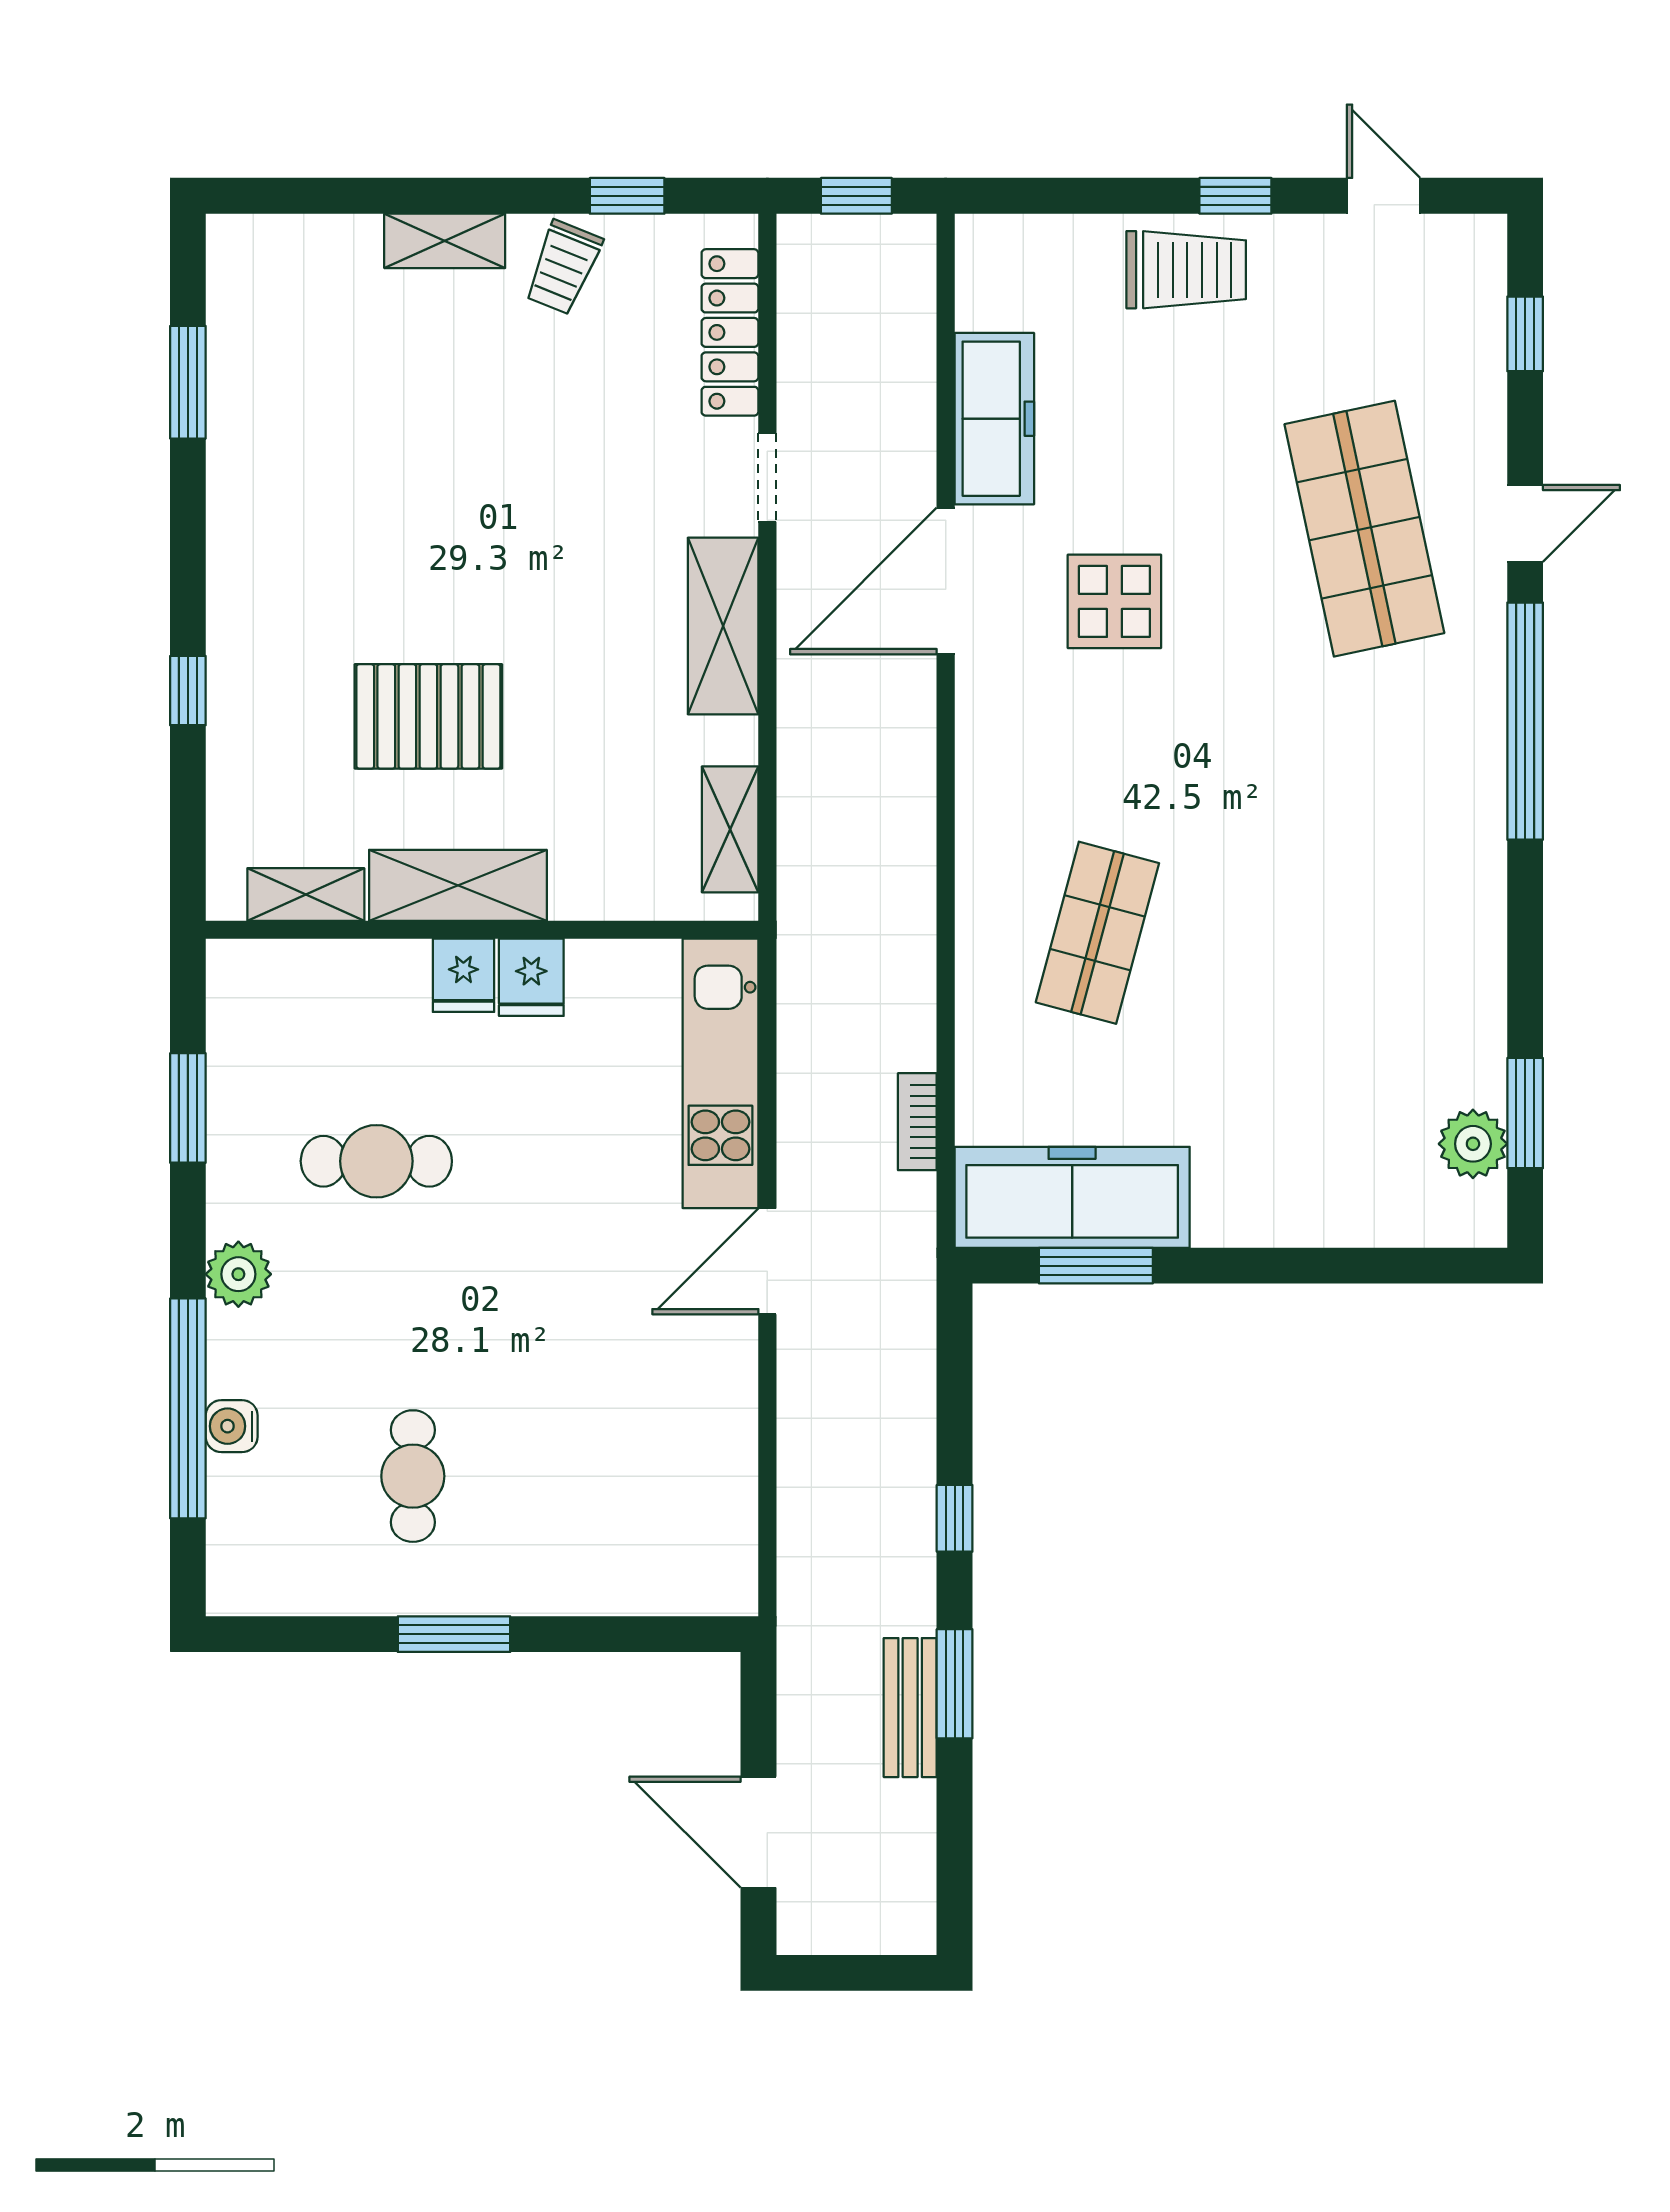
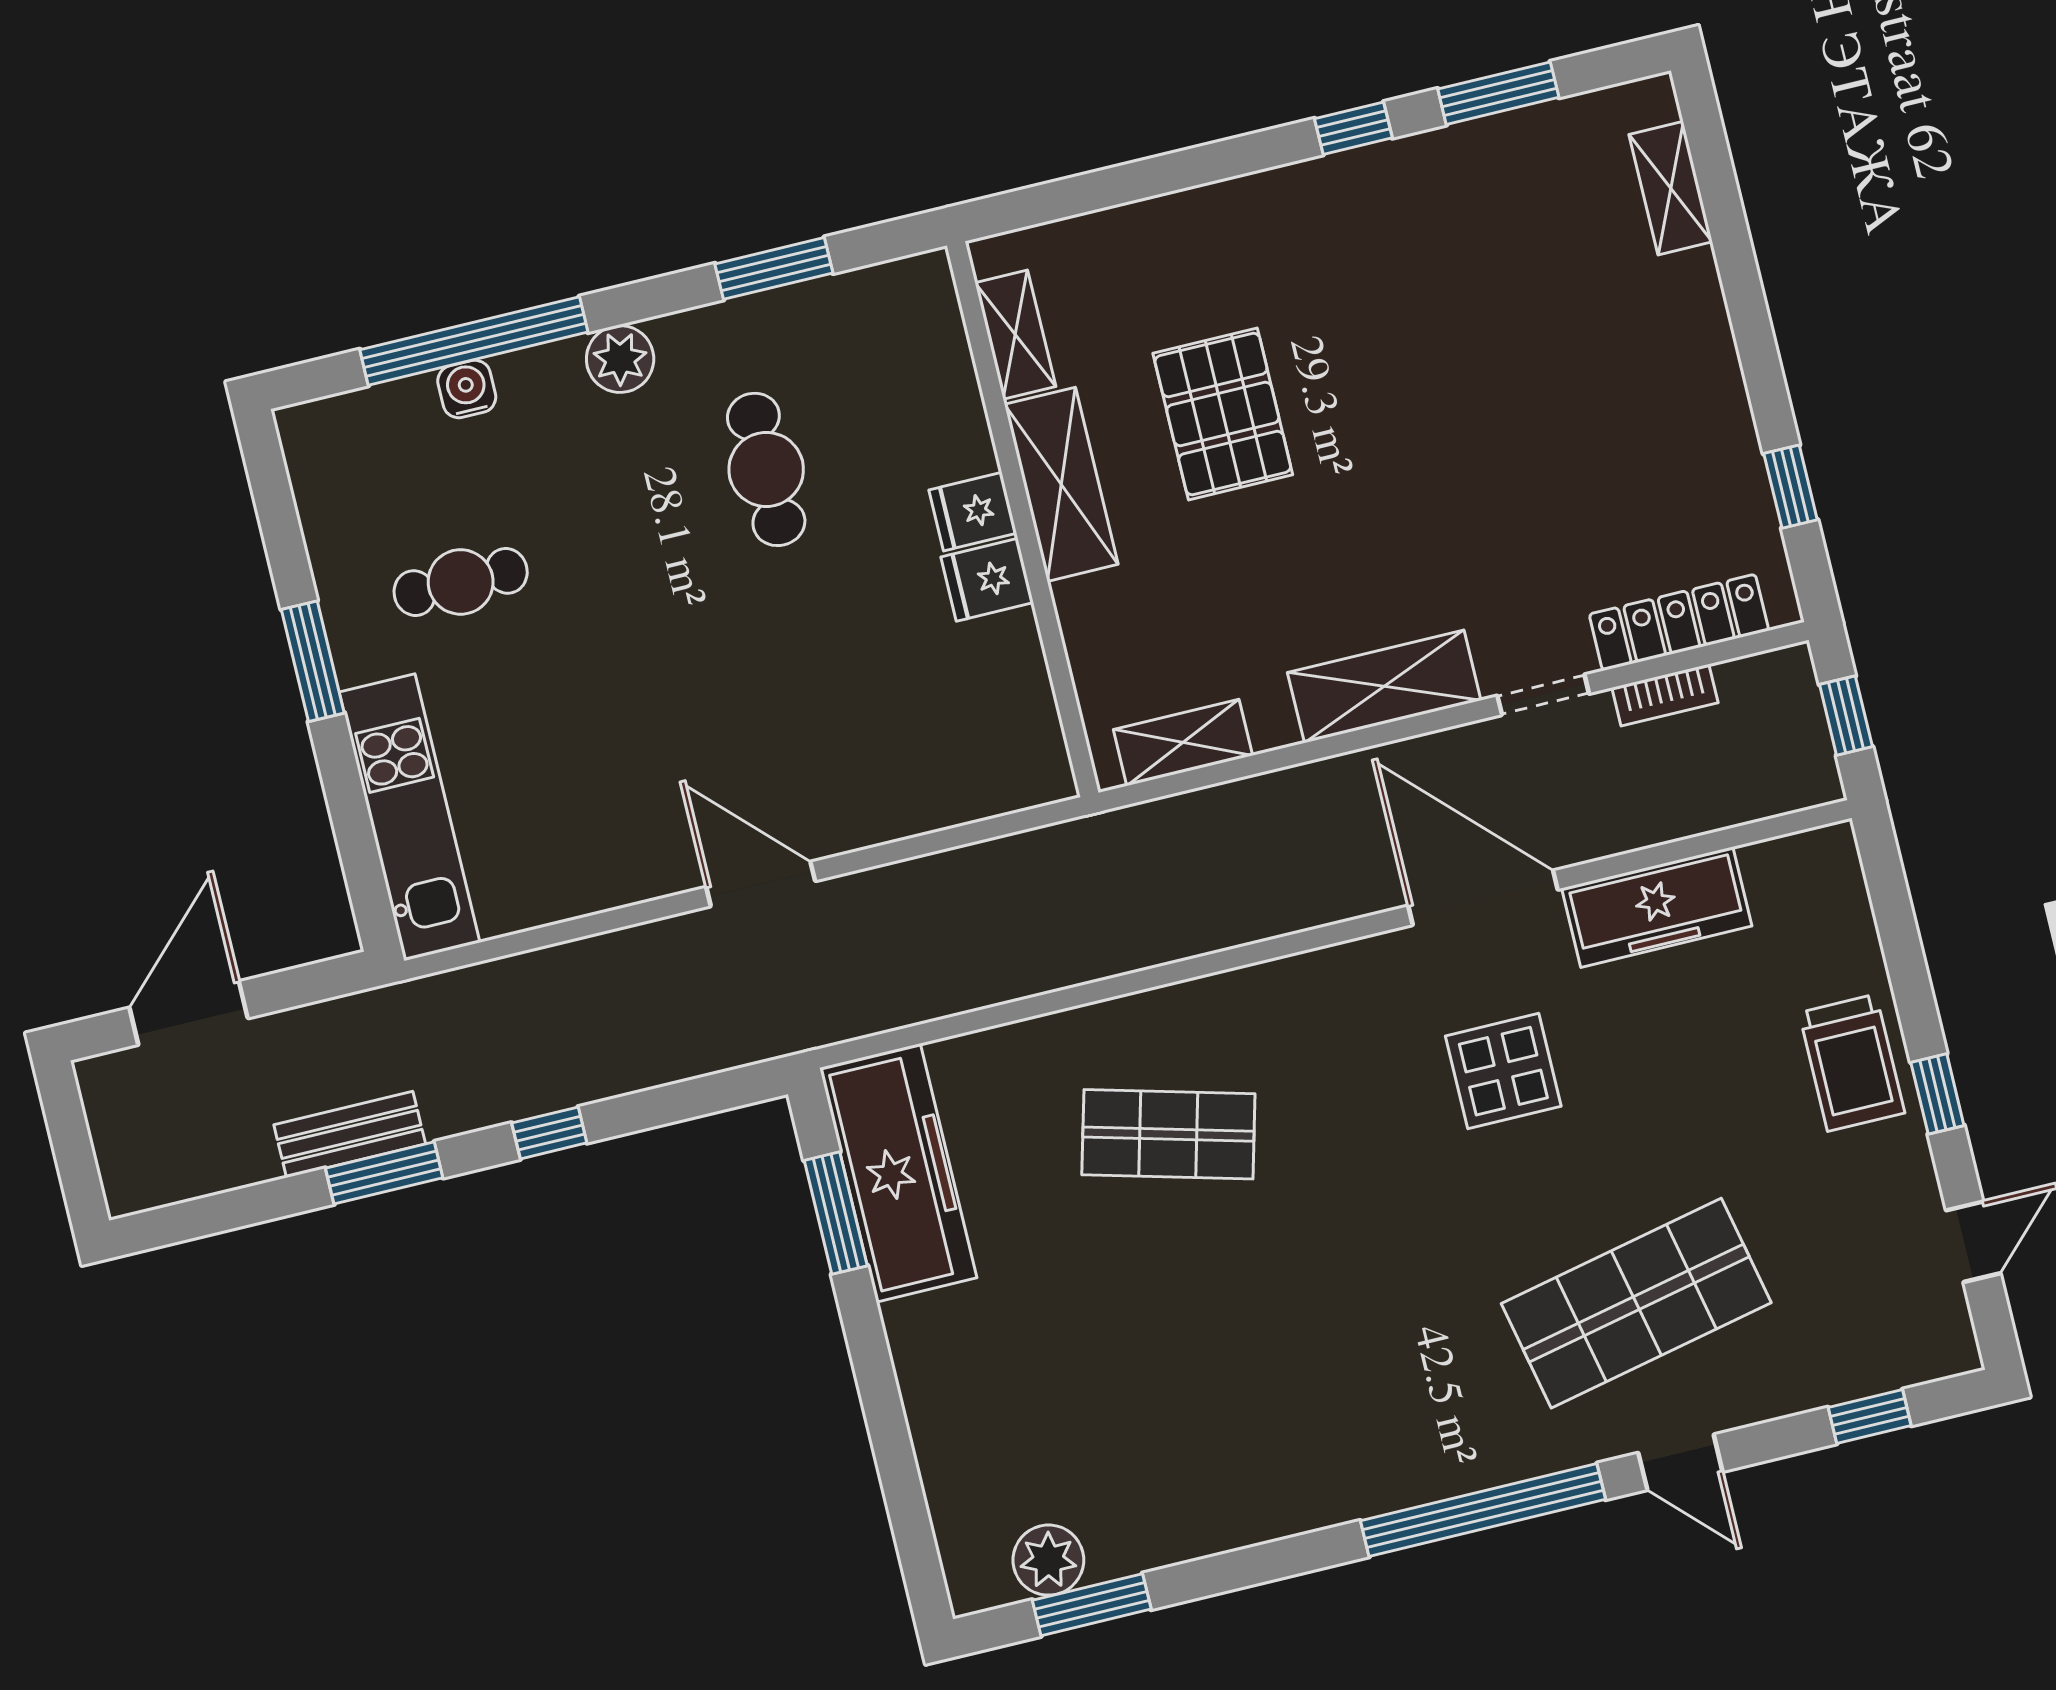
shelving: (445, 241) -> (1671, 188), moved
trolley: (563, 267) -> (1704, 440), removed
window: (188, 691) -> (1353, 128), moved
kitchen unit: (720, 1073) -> (410, 817), moved, turned 90
bookcase: (917, 1122) -> (1665, 695), moved, turned 180

